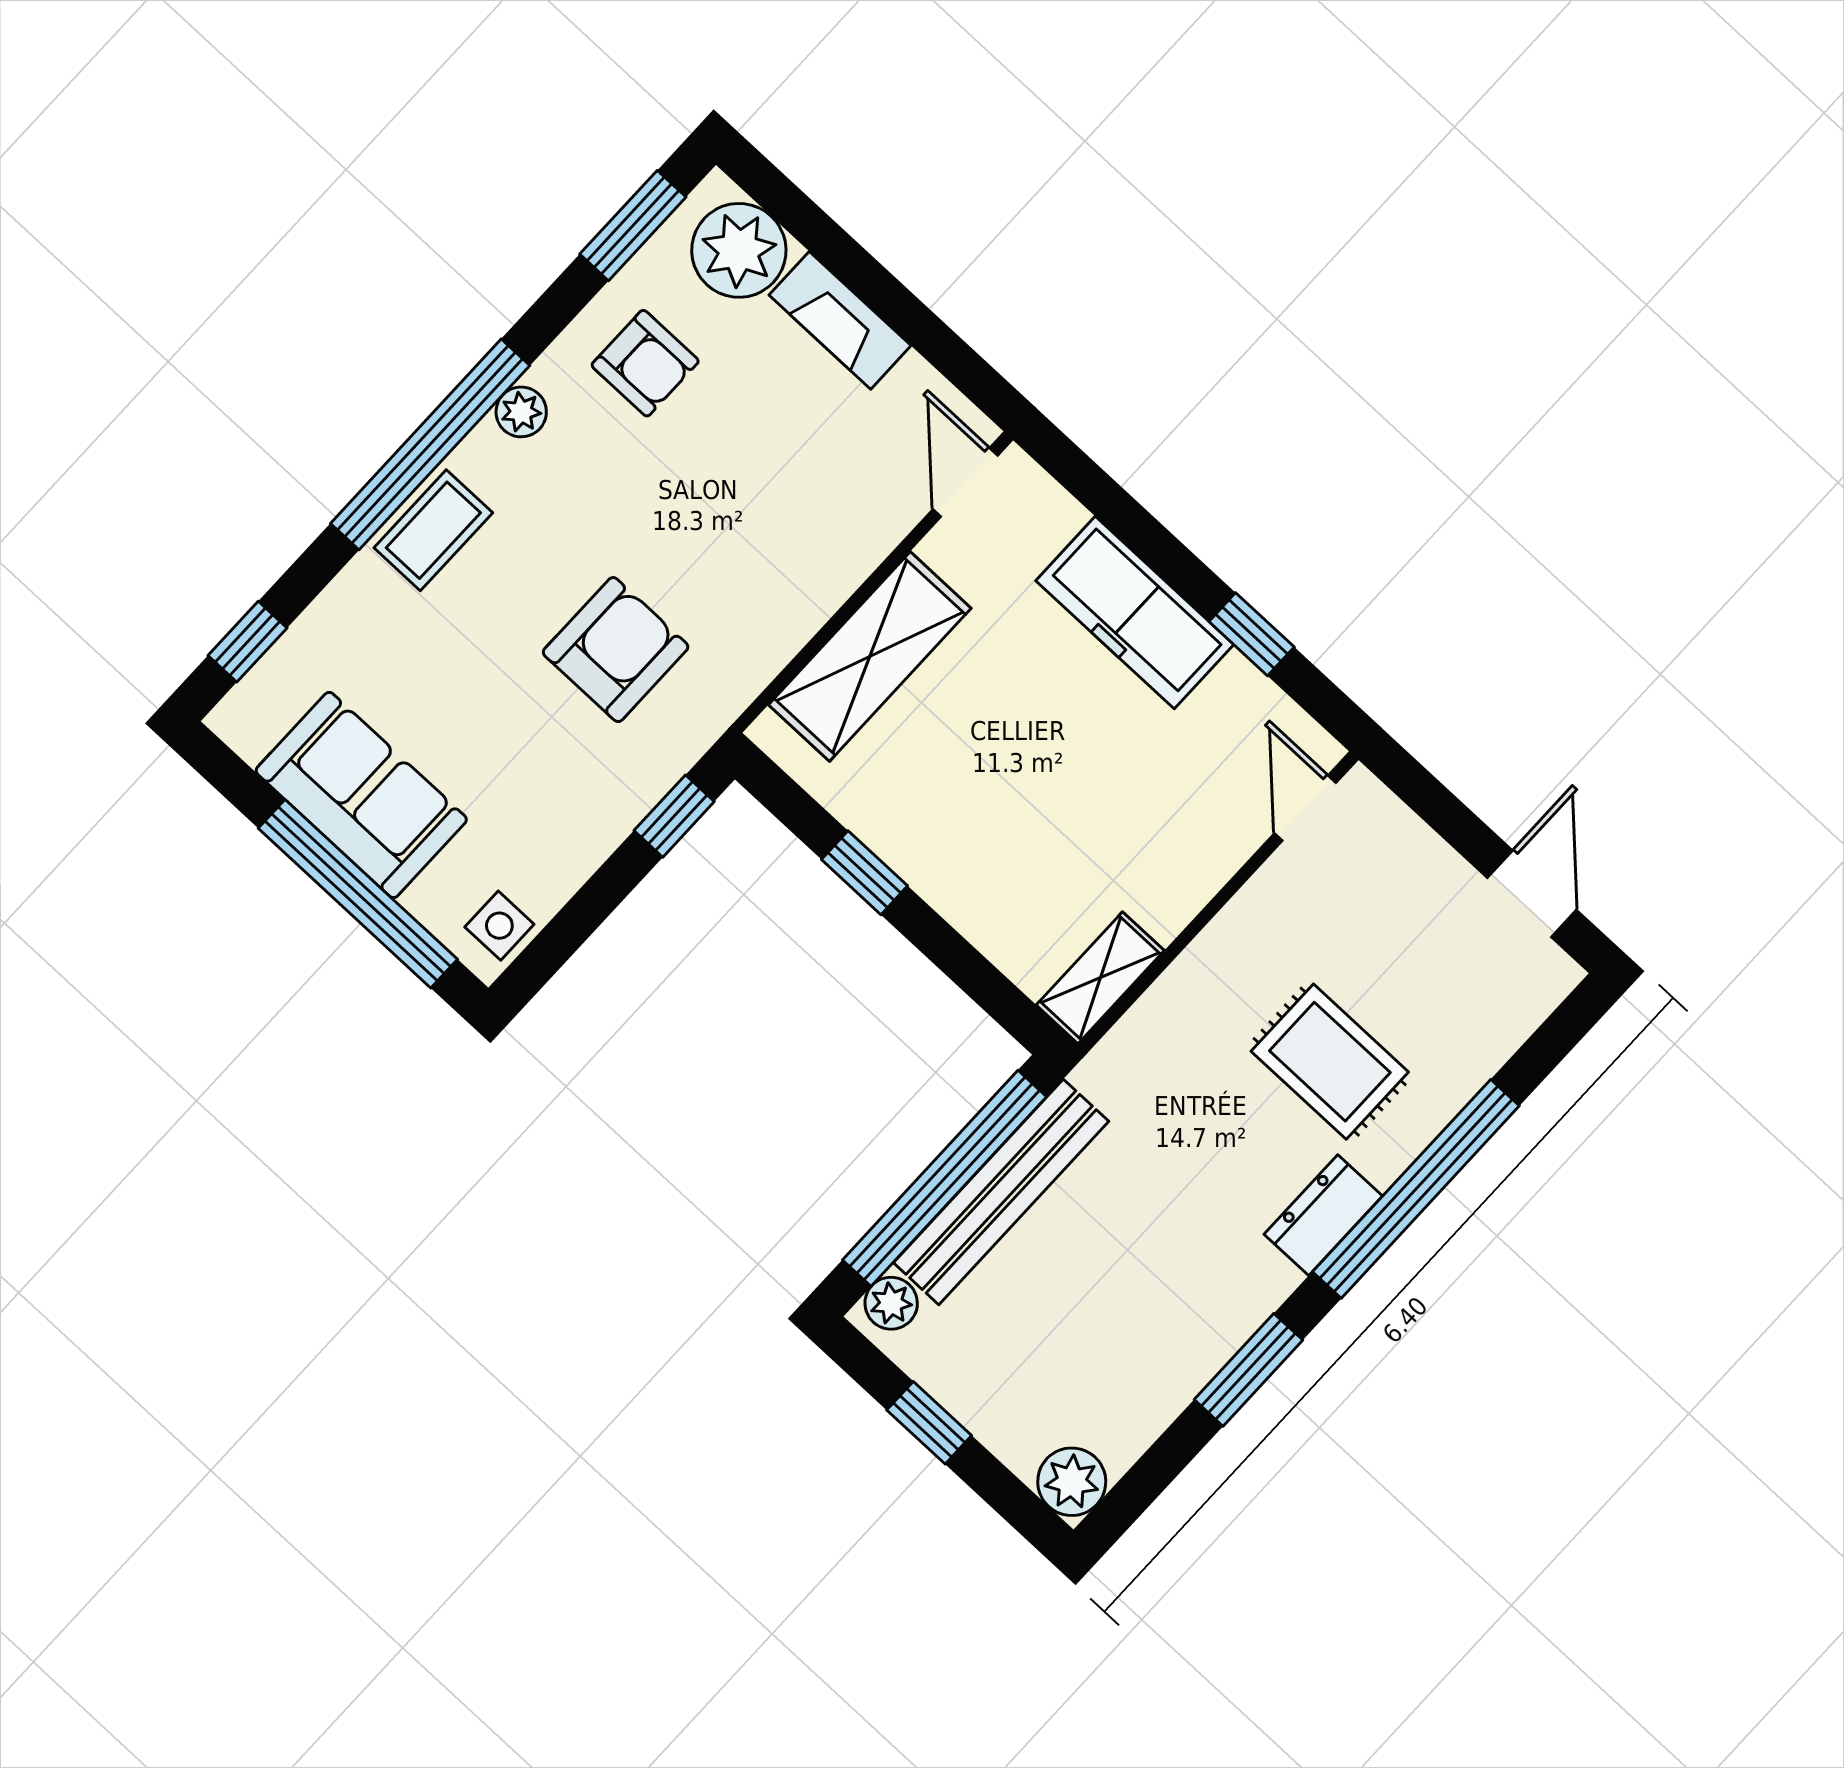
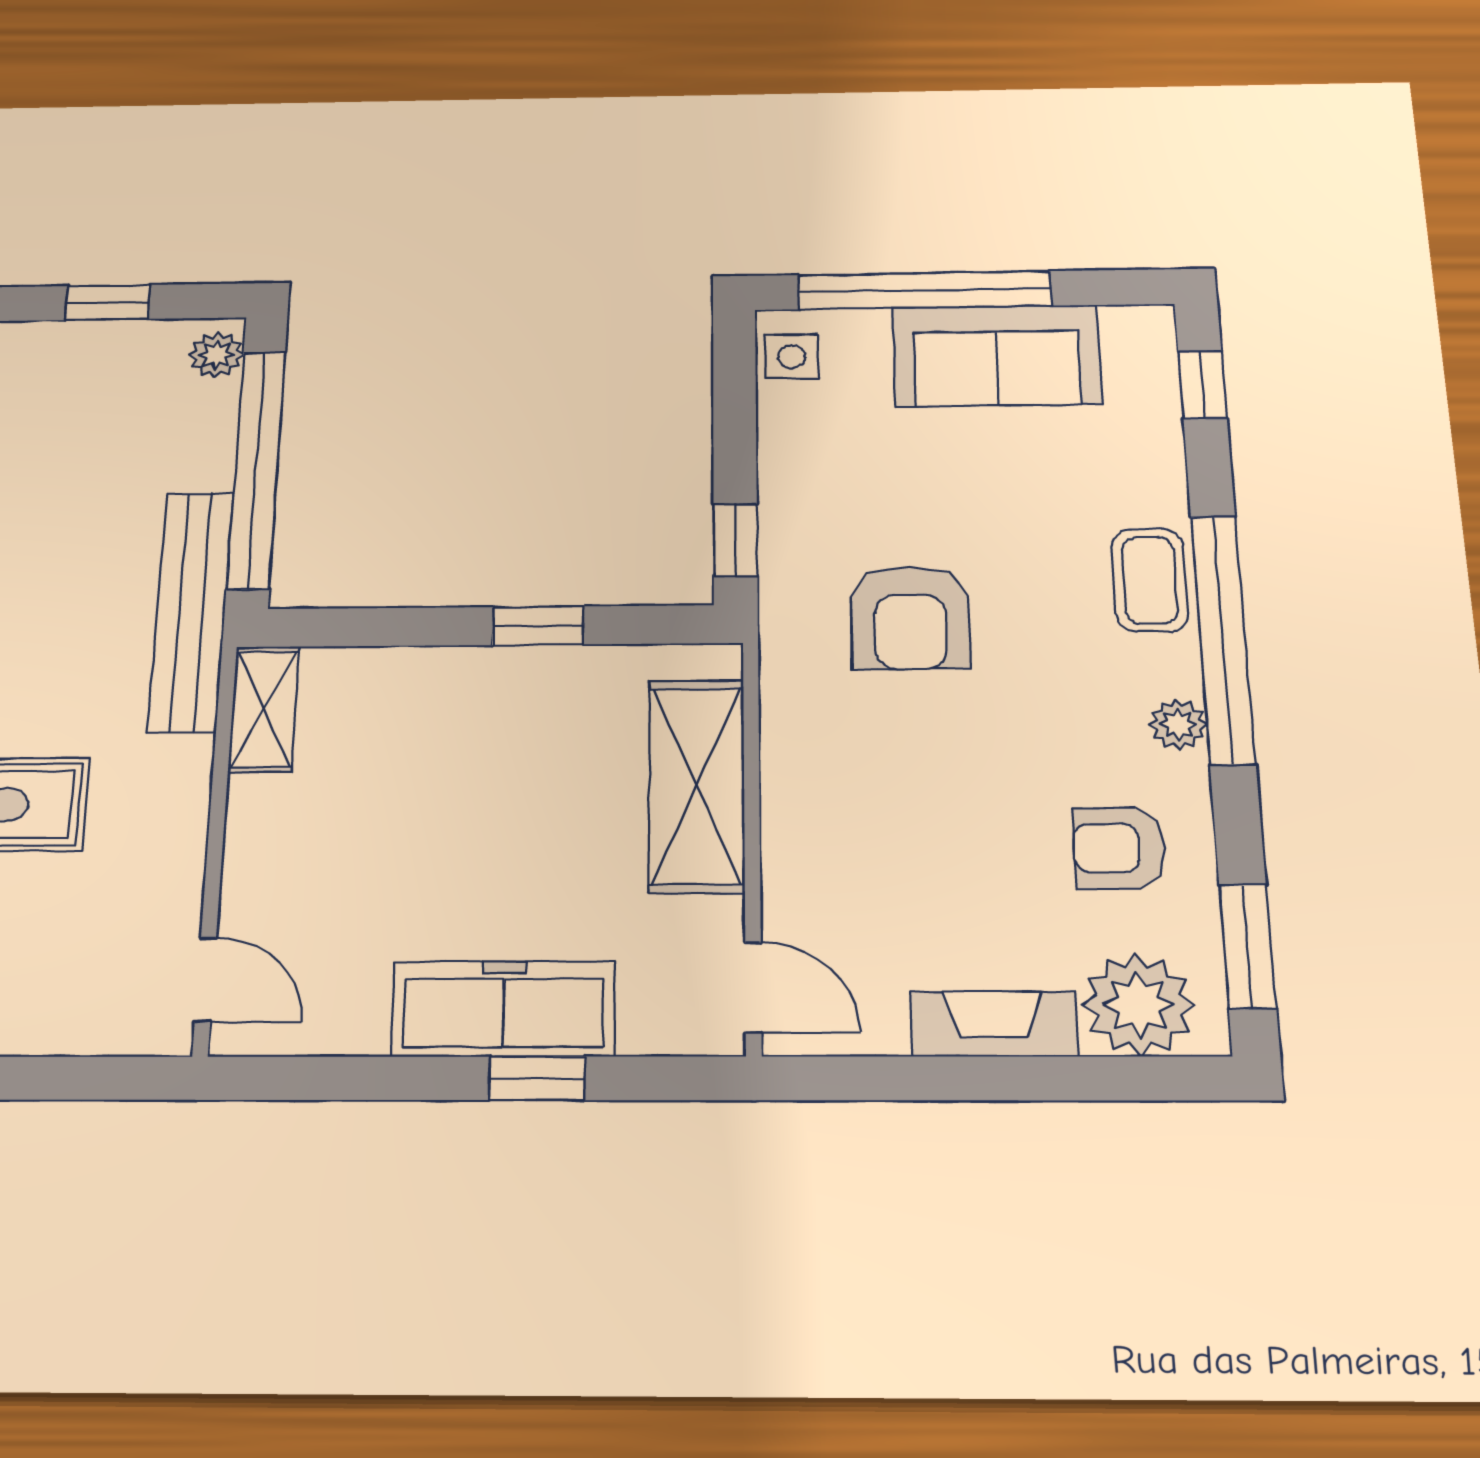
window: (1252, 634) -> (537, 1078), moved
bench: (1001, 1192) -> (191, 611), moved

